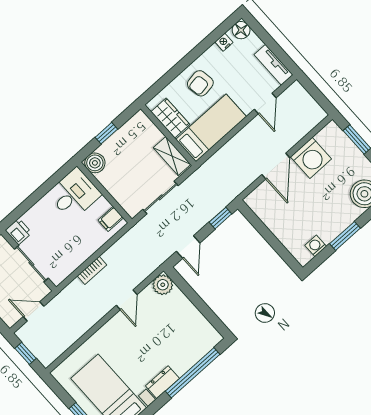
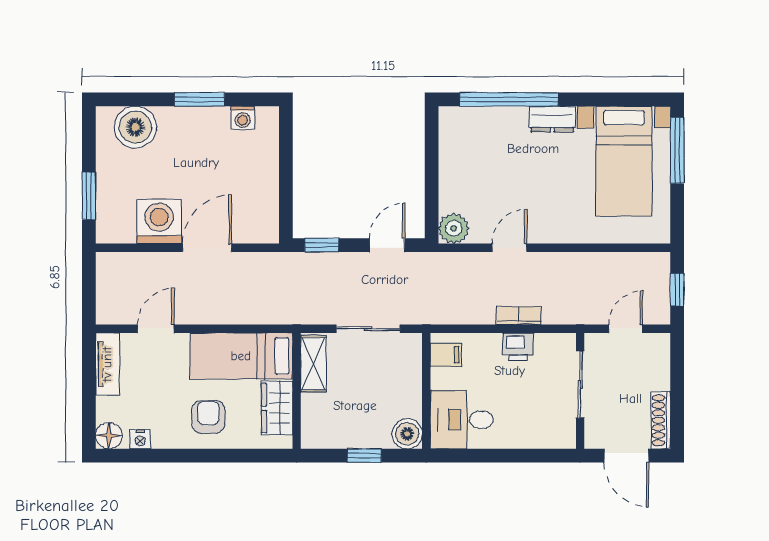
armchair: (200, 83) -> (208, 417), turned -81
printer: (18, 232) -> (518, 347), moved, turned -90
door: (34, 311) -> (626, 329), swing flipped

